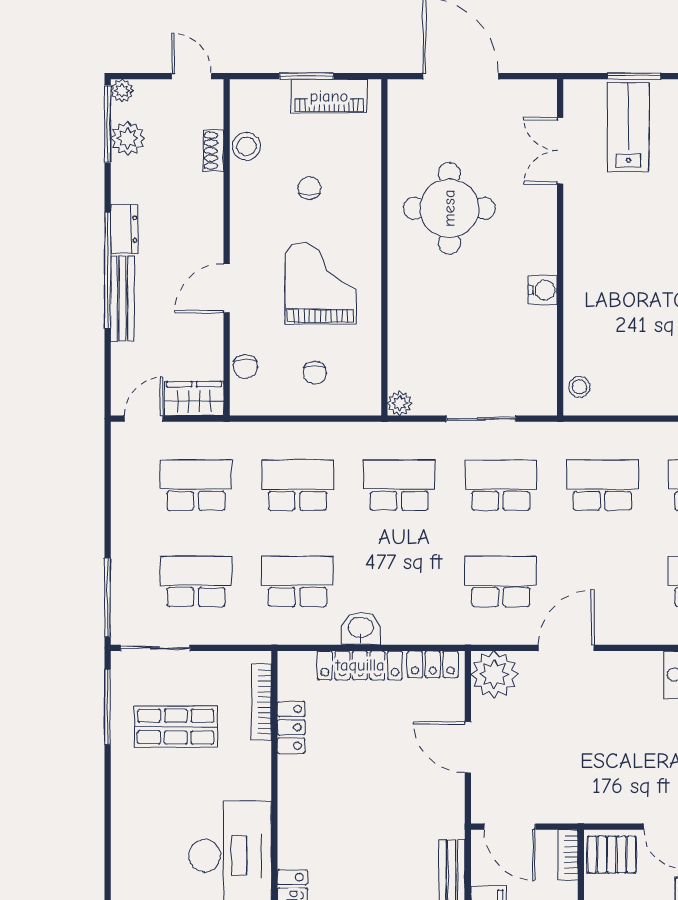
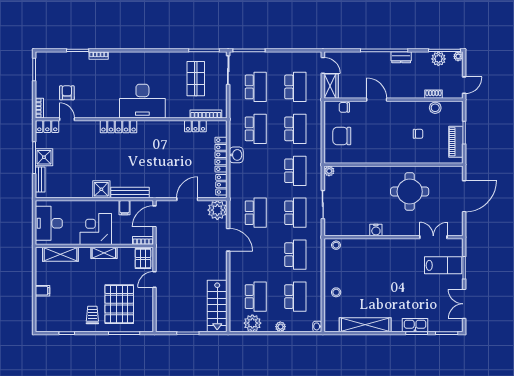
grand piano: (320, 283) -> (379, 138), removed
bench: (122, 298) -> (372, 57), removed
chair: (315, 373) -> (342, 136), width x1.87, depth x1.87

